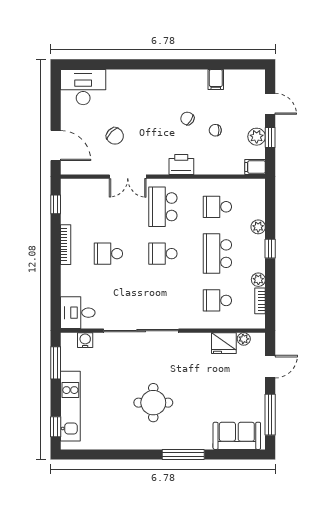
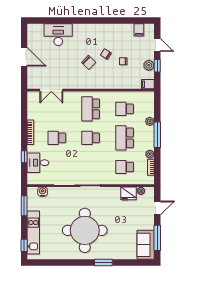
filing cabinet: (216, 79) -> (139, 30), moved
desk: (83, 87) -> (58, 35), moved
chair: (115, 136) -> (89, 62), moved
door: (56, 146) -> (24, 57), moved
printer: (181, 164) -> (102, 83), removed
double door: (128, 177) -> (51, 90), moved
window: (56, 204) -> (24, 157), moved
window: (270, 249) -> (157, 135), width x2.17
desk: (78, 313) -> (38, 163), moved
round table: (153, 403) -> (85, 230), width x1.86, depth x1.86
sofa: (237, 436) -> (146, 245), moved, turned -90
window: (183, 454) -> (103, 263), width x0.69

